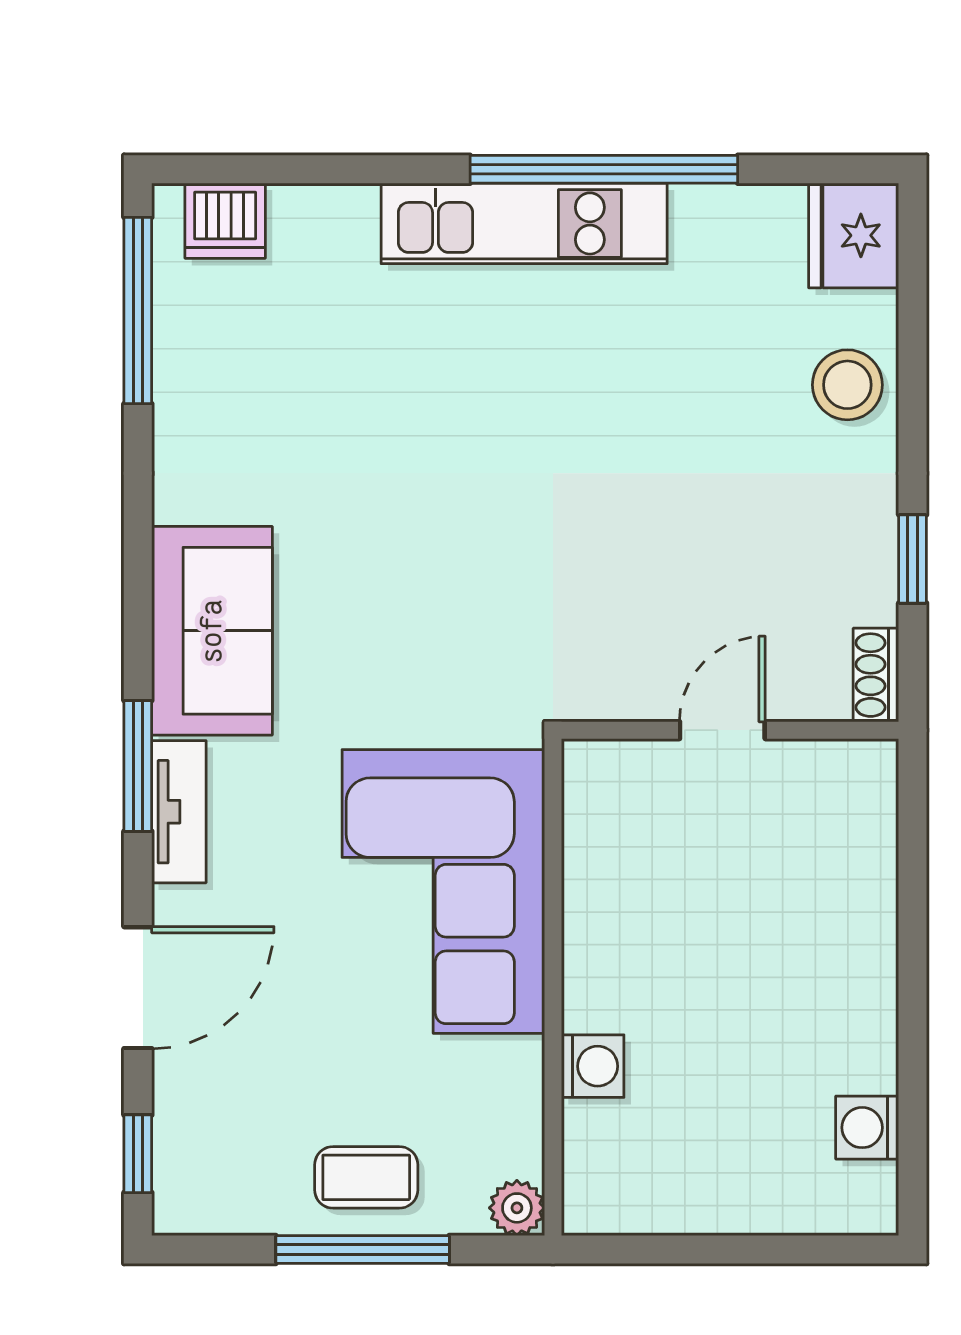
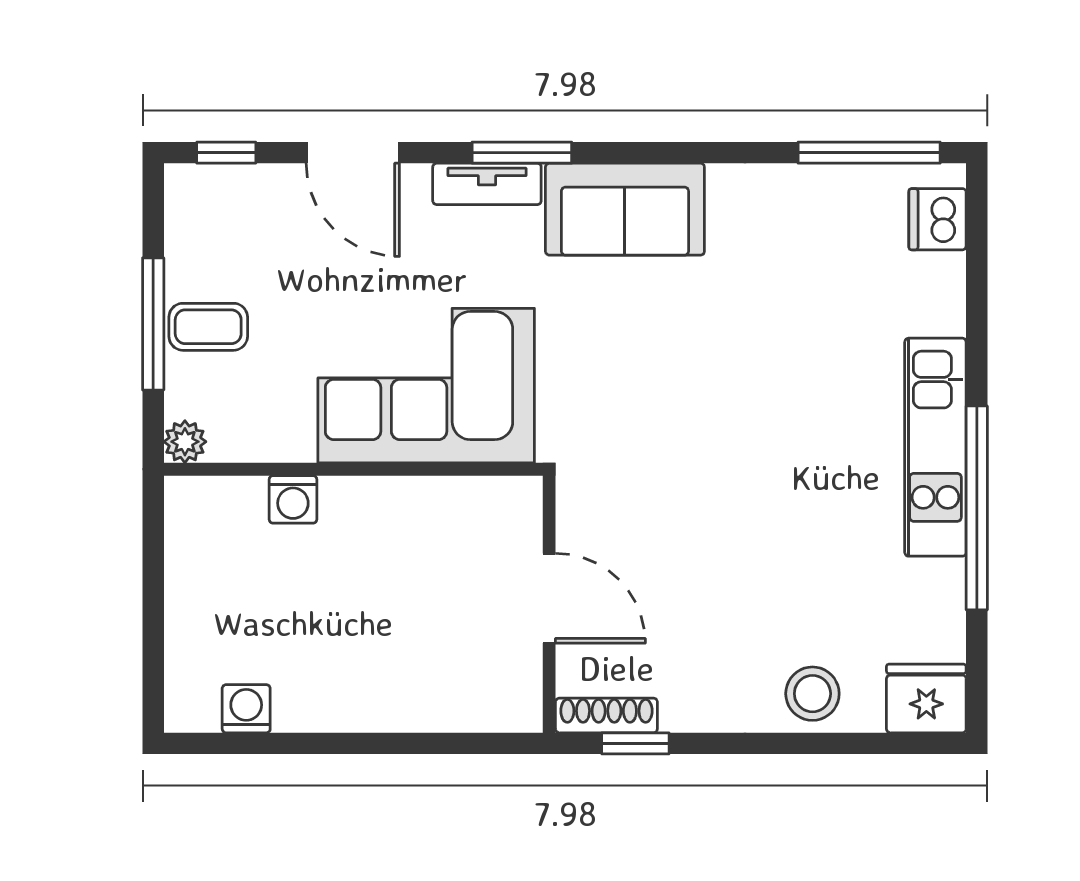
window: (913, 559) -> (635, 743), moved
shoe rack: (876, 675) -> (606, 715), width x1.43
door: (722, 730) -> (549, 598), width x1.38
coffee table: (366, 1177) -> (208, 327), turned 90

